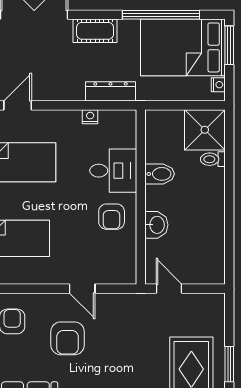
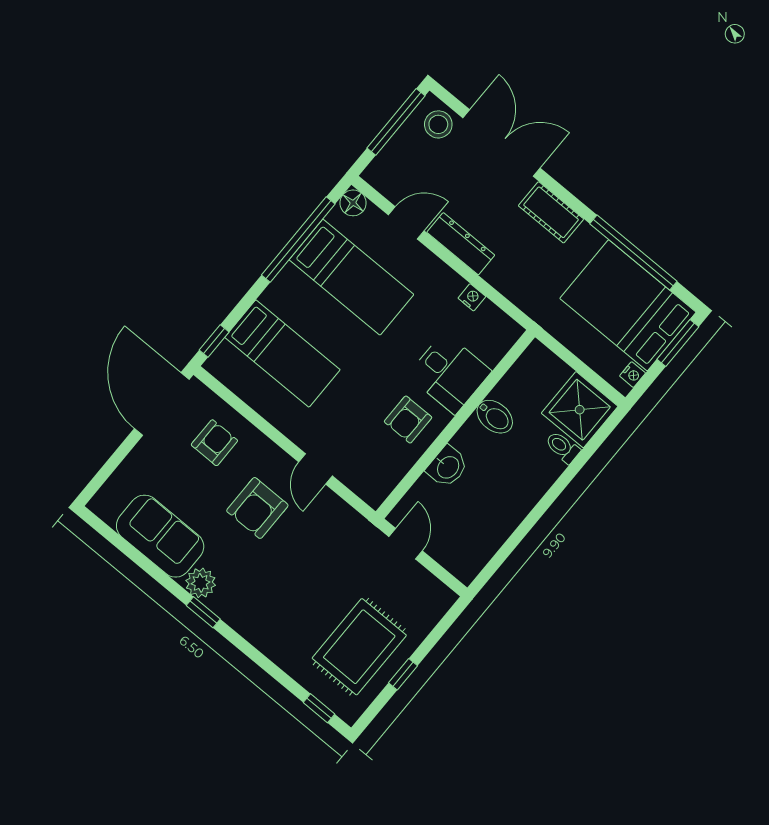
dresser: (110, 91) -> (461, 244), moved
window: (229, 364) -> (403, 674), width x0.67

